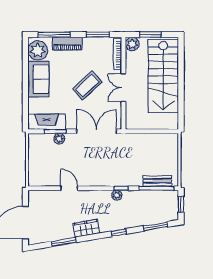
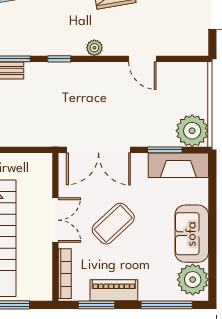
piano: (67, 44) -> (114, 290), moved
plant: (132, 44) -> (41, 290), removed
plant: (59, 139) -> (192, 131), moved, width x1.87, depth x1.87
plant: (117, 195) -> (94, 48), moved

